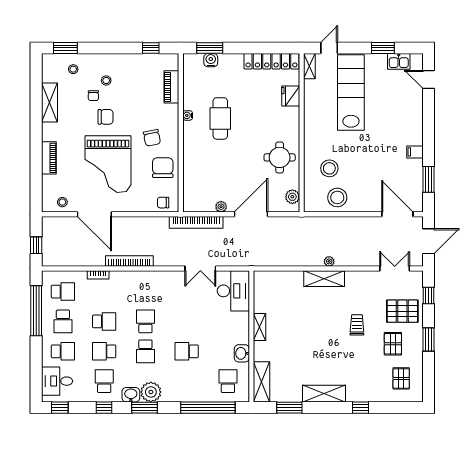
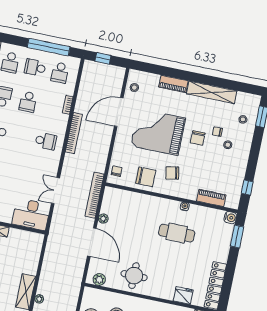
water cooler: (211, 60) -> (230, 218), moved
shelving: (49, 102) -> (212, 92), width x1.47
school desk: (145, 321) -> (46, 141), moved

